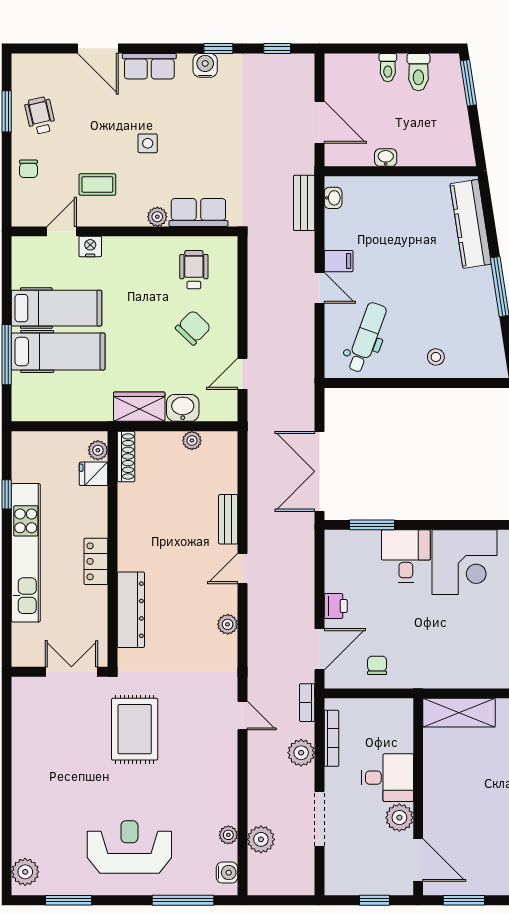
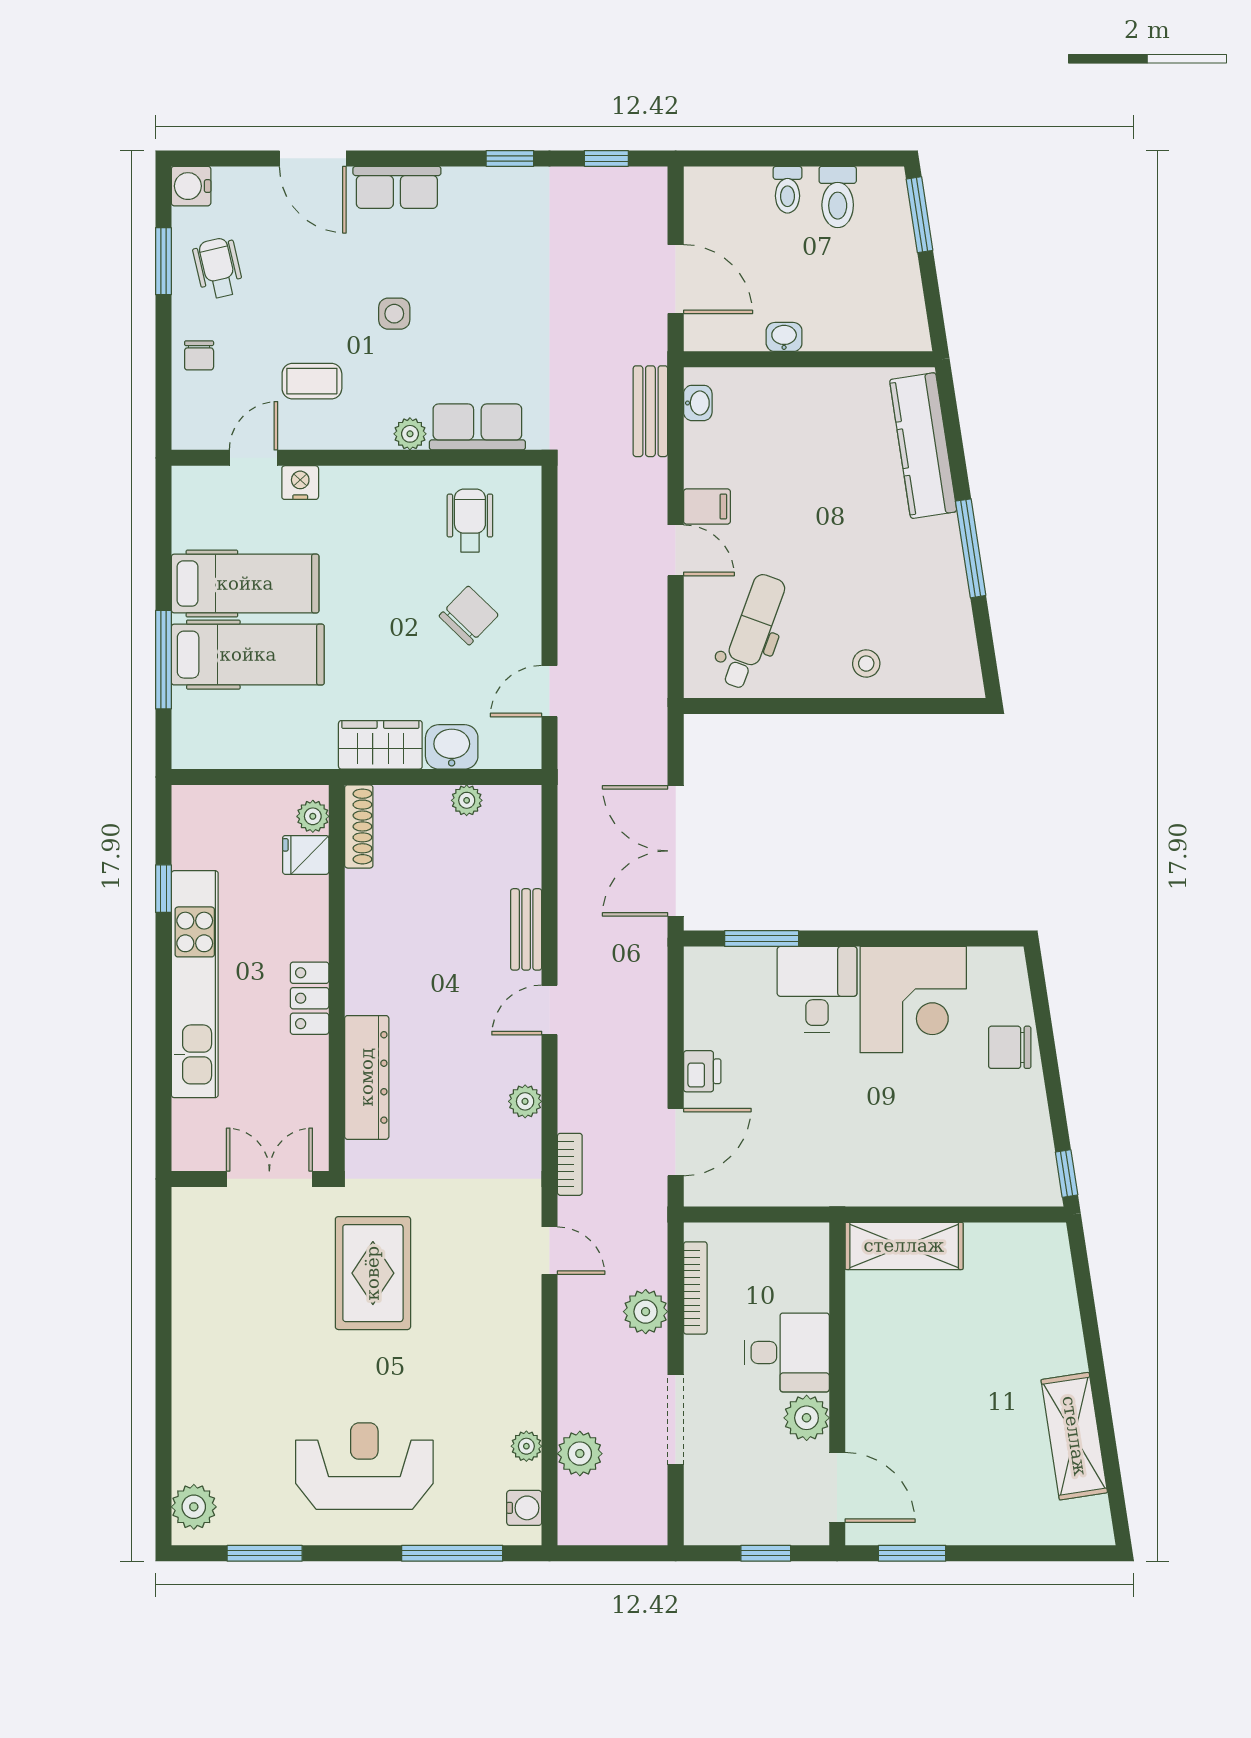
water cooler: (205, 65) -> (191, 186), moved, turned -90
chair: (377, 665) -> (770, 1169), removed
bookcase: (307, 703) -> (570, 1164), moved, turned 180

